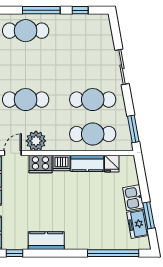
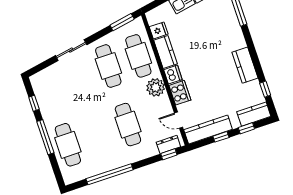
plant: (36, 141) -> (156, 87), moved

